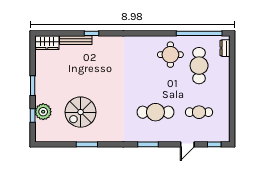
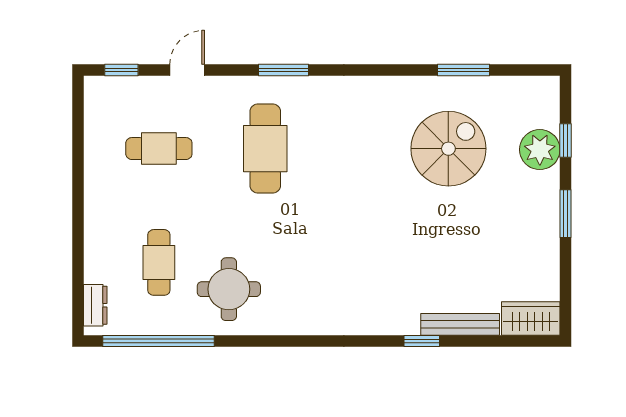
cafe table: (199, 66) -> (159, 262), width x0.73, depth x0.74
cafe table: (155, 112) -> (265, 149), turned 90
window: (87, 144) -> (463, 70), moved

